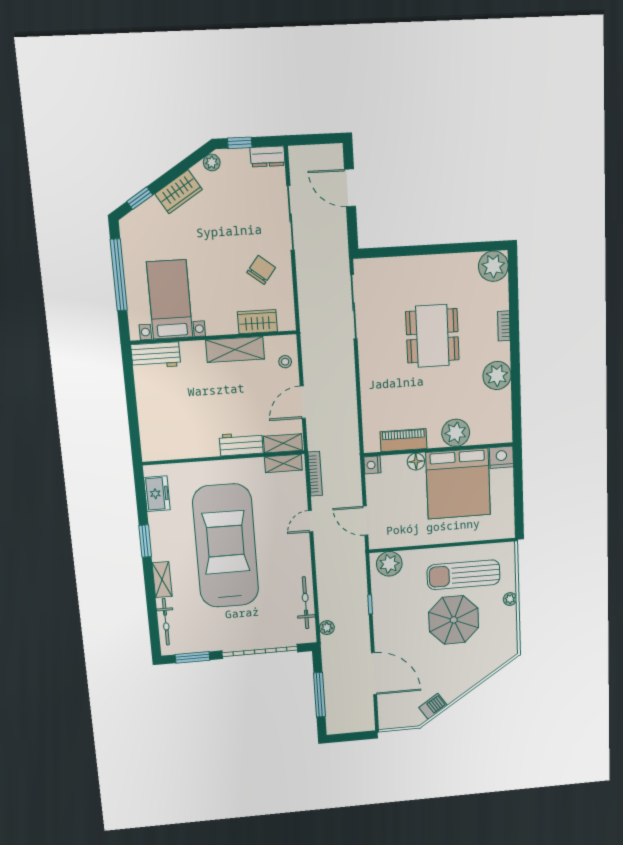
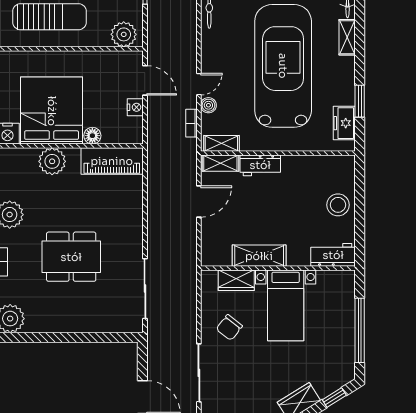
bed with nightstands: (170, 300) -> (286, 305), moved
dining table: (432, 336) -> (71, 257), turned 90
stool: (285, 362) -> (338, 205), moved, width x1.89, depth x1.89
piano: (404, 440) -> (112, 161), width x1.37, depth x1.33
nightstand: (372, 465) -> (135, 107), moved
bookcase: (315, 474) -> (191, 123), width x0.64
boiler: (299, 501) -> (208, 105), added
window: (145, 541) -> (360, 101), moved
car: (226, 546) -> (283, 66), turned 180

